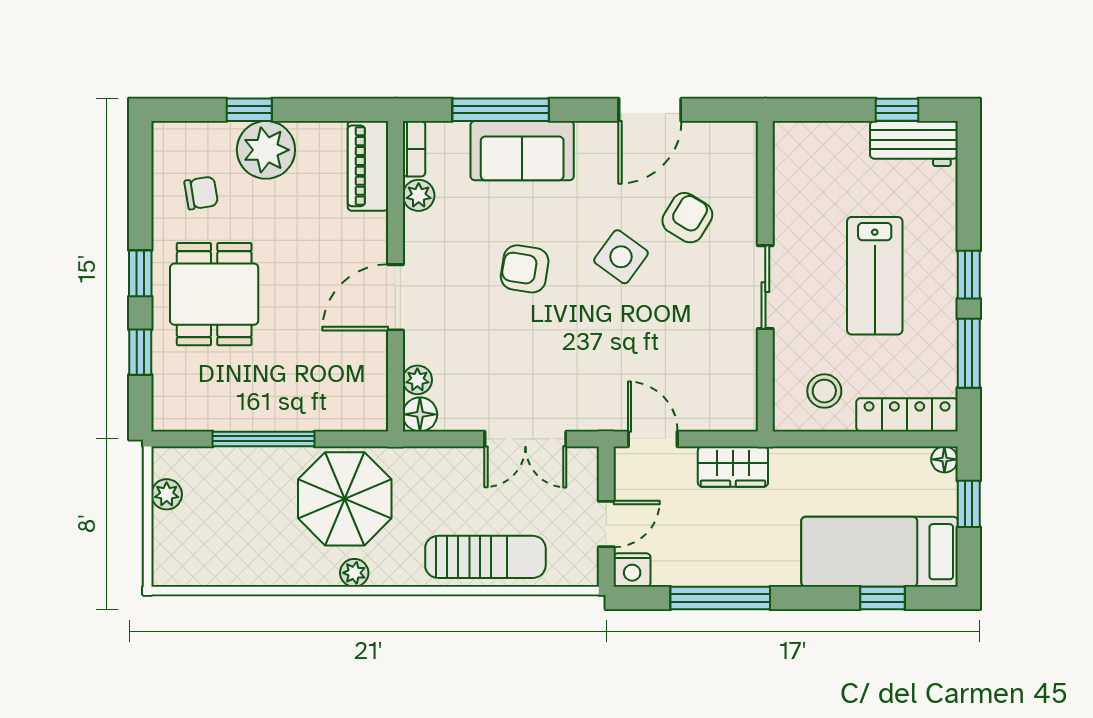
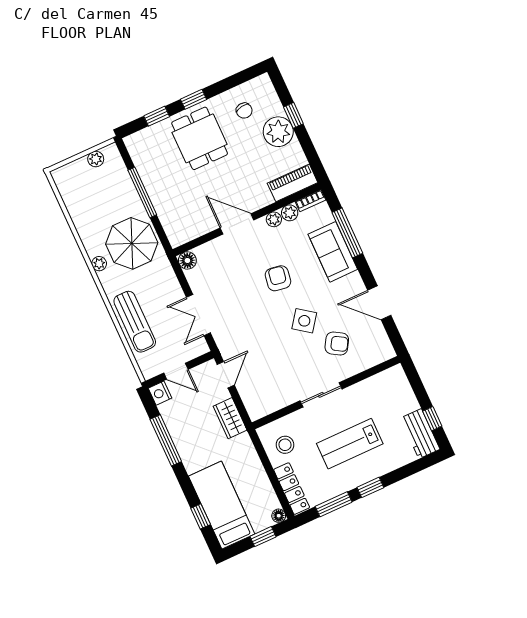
dining table: (214, 294) -> (200, 138), turned 90
plant: (417, 380) -> (274, 219), moved

